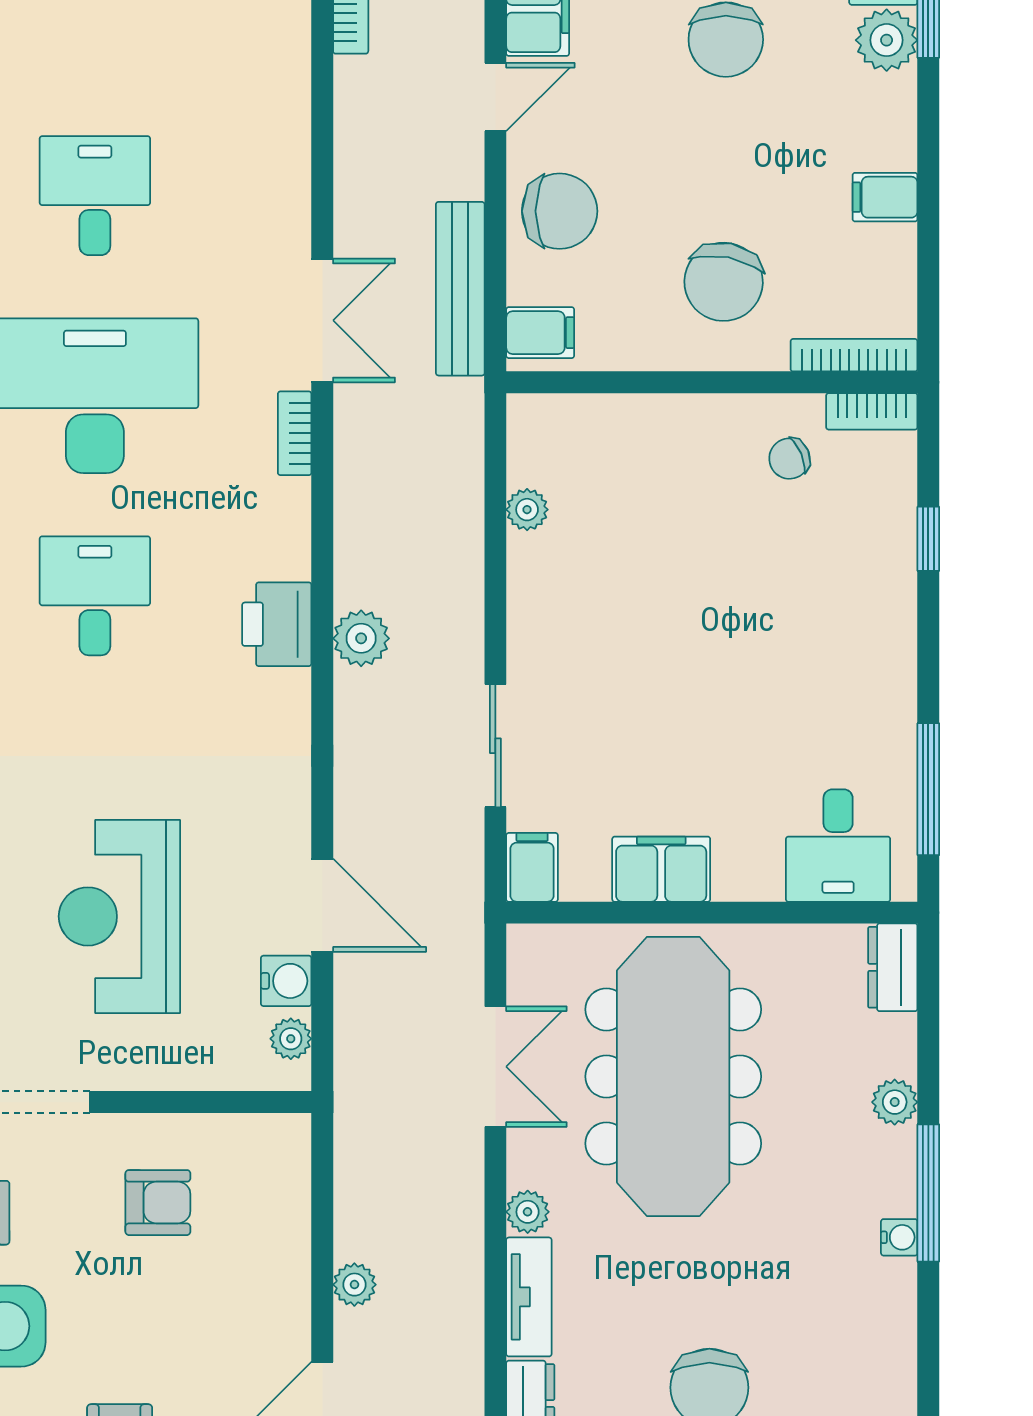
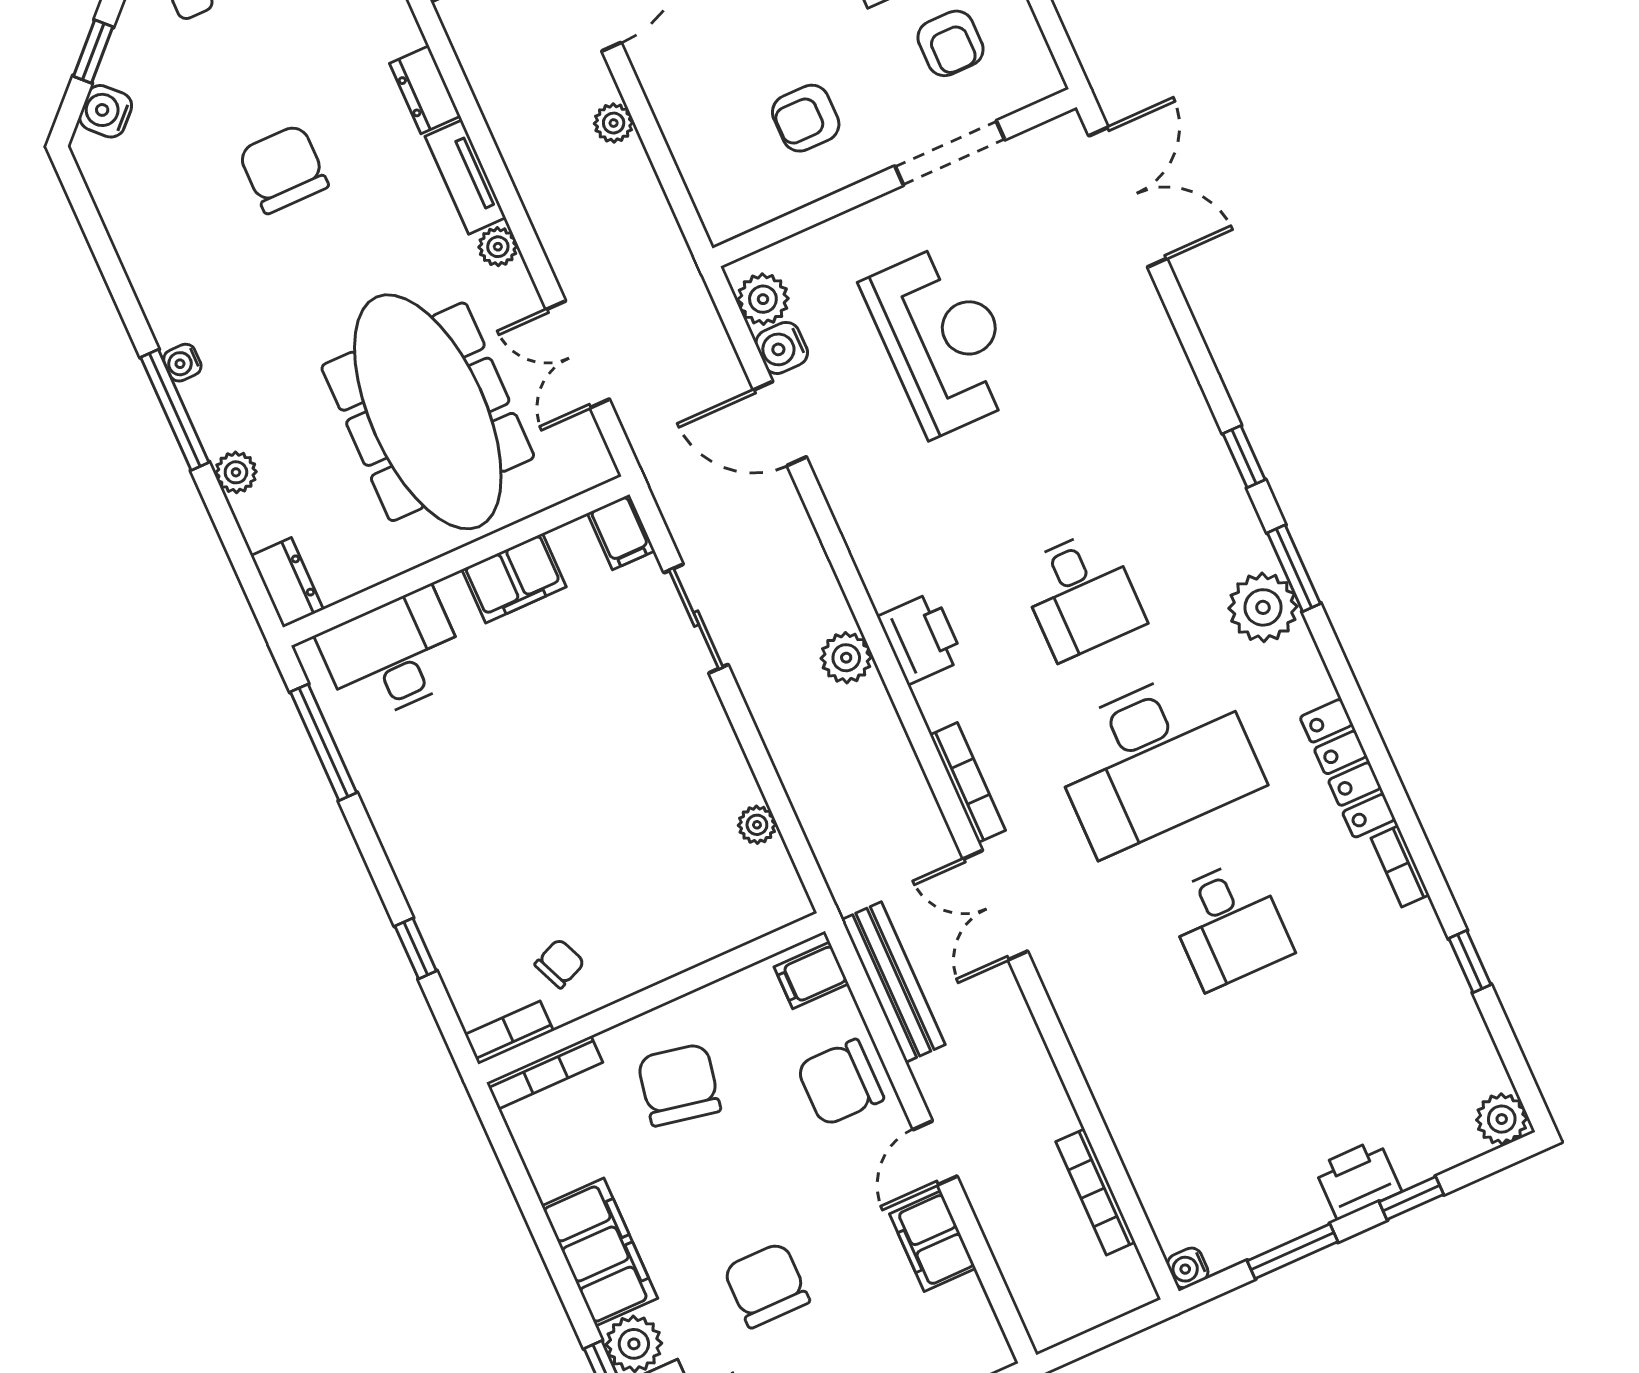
filing cabinet: (885, 197) -> (600, 1252), width x3.00, depth x1.17
bookcase: (295, 433) -> (968, 783), width x1.56
desk: (838, 846) -> (393, 656), width x1.37
plant: (291, 1039) -> (763, 299), width x1.38, depth x1.38

